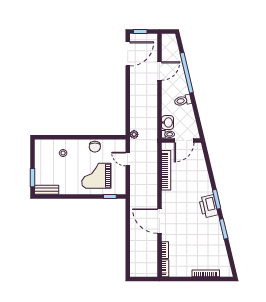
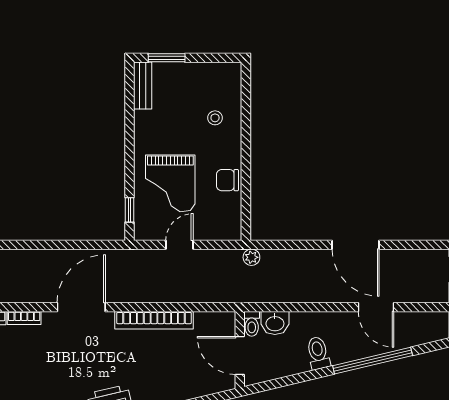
door: (128, 54) -> (356, 245), moved
door: (128, 159) -> (179, 245), moved
bookcase: (166, 170) -> (154, 320), moved
grand piano: (96, 176) -> (170, 183), turned 180

